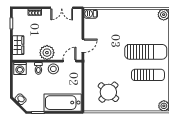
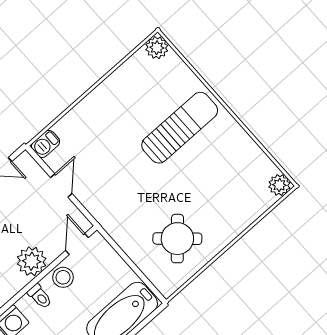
door: (83, 46) -> (61, 185), moved
sun lounger: (148, 75) -> (214, 160), removed

